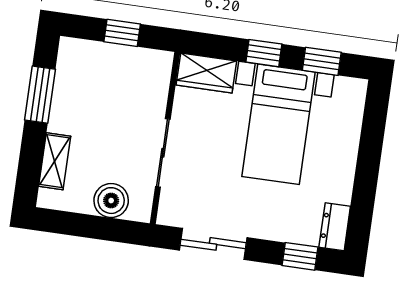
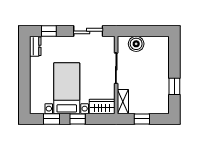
window: (40, 95) -> (174, 86), width x0.67
shelving: (55, 161) -> (123, 102), moved

